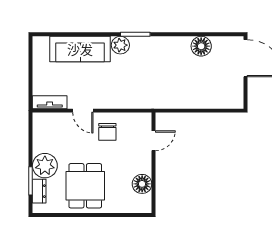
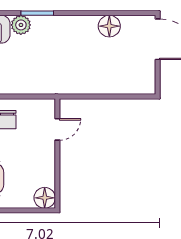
floor lamp: (142, 184) -> (45, 198), moved

